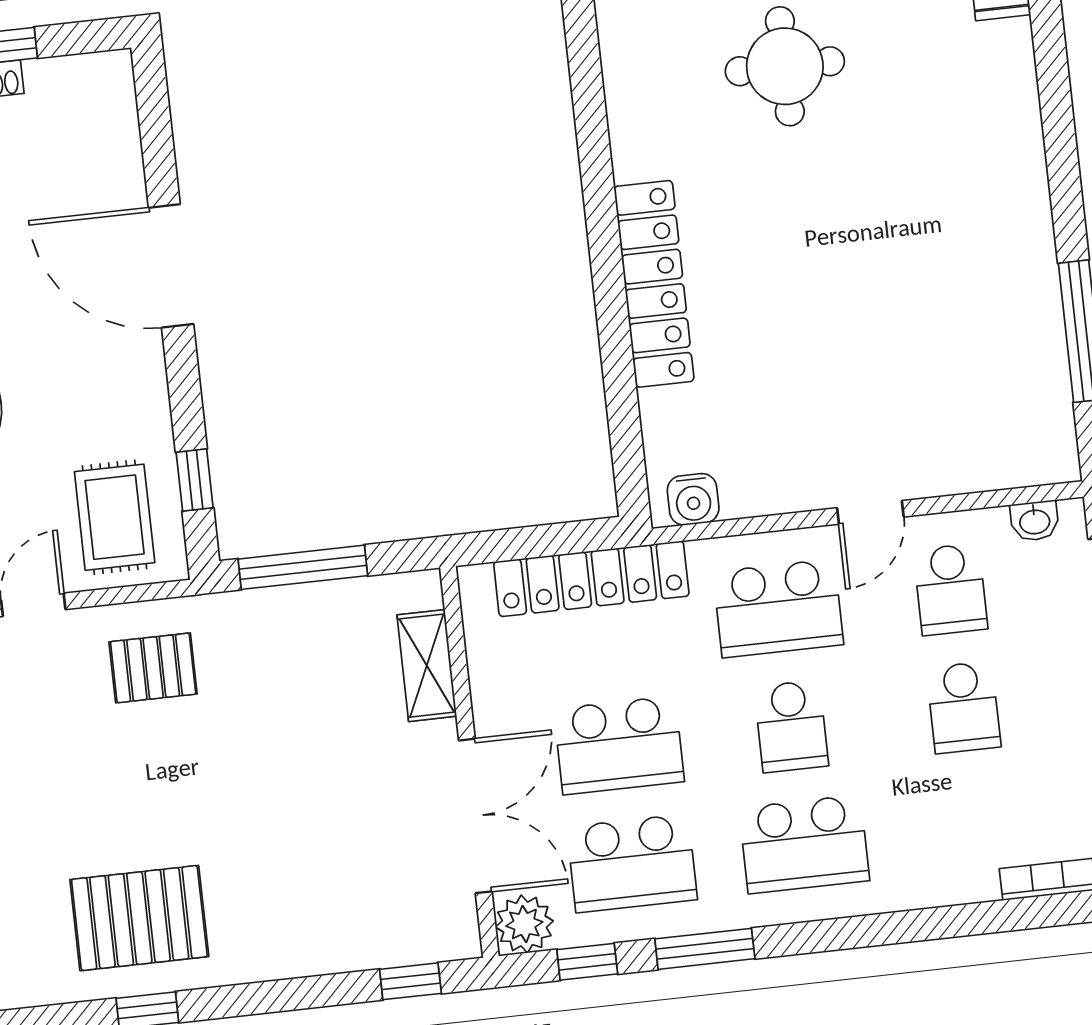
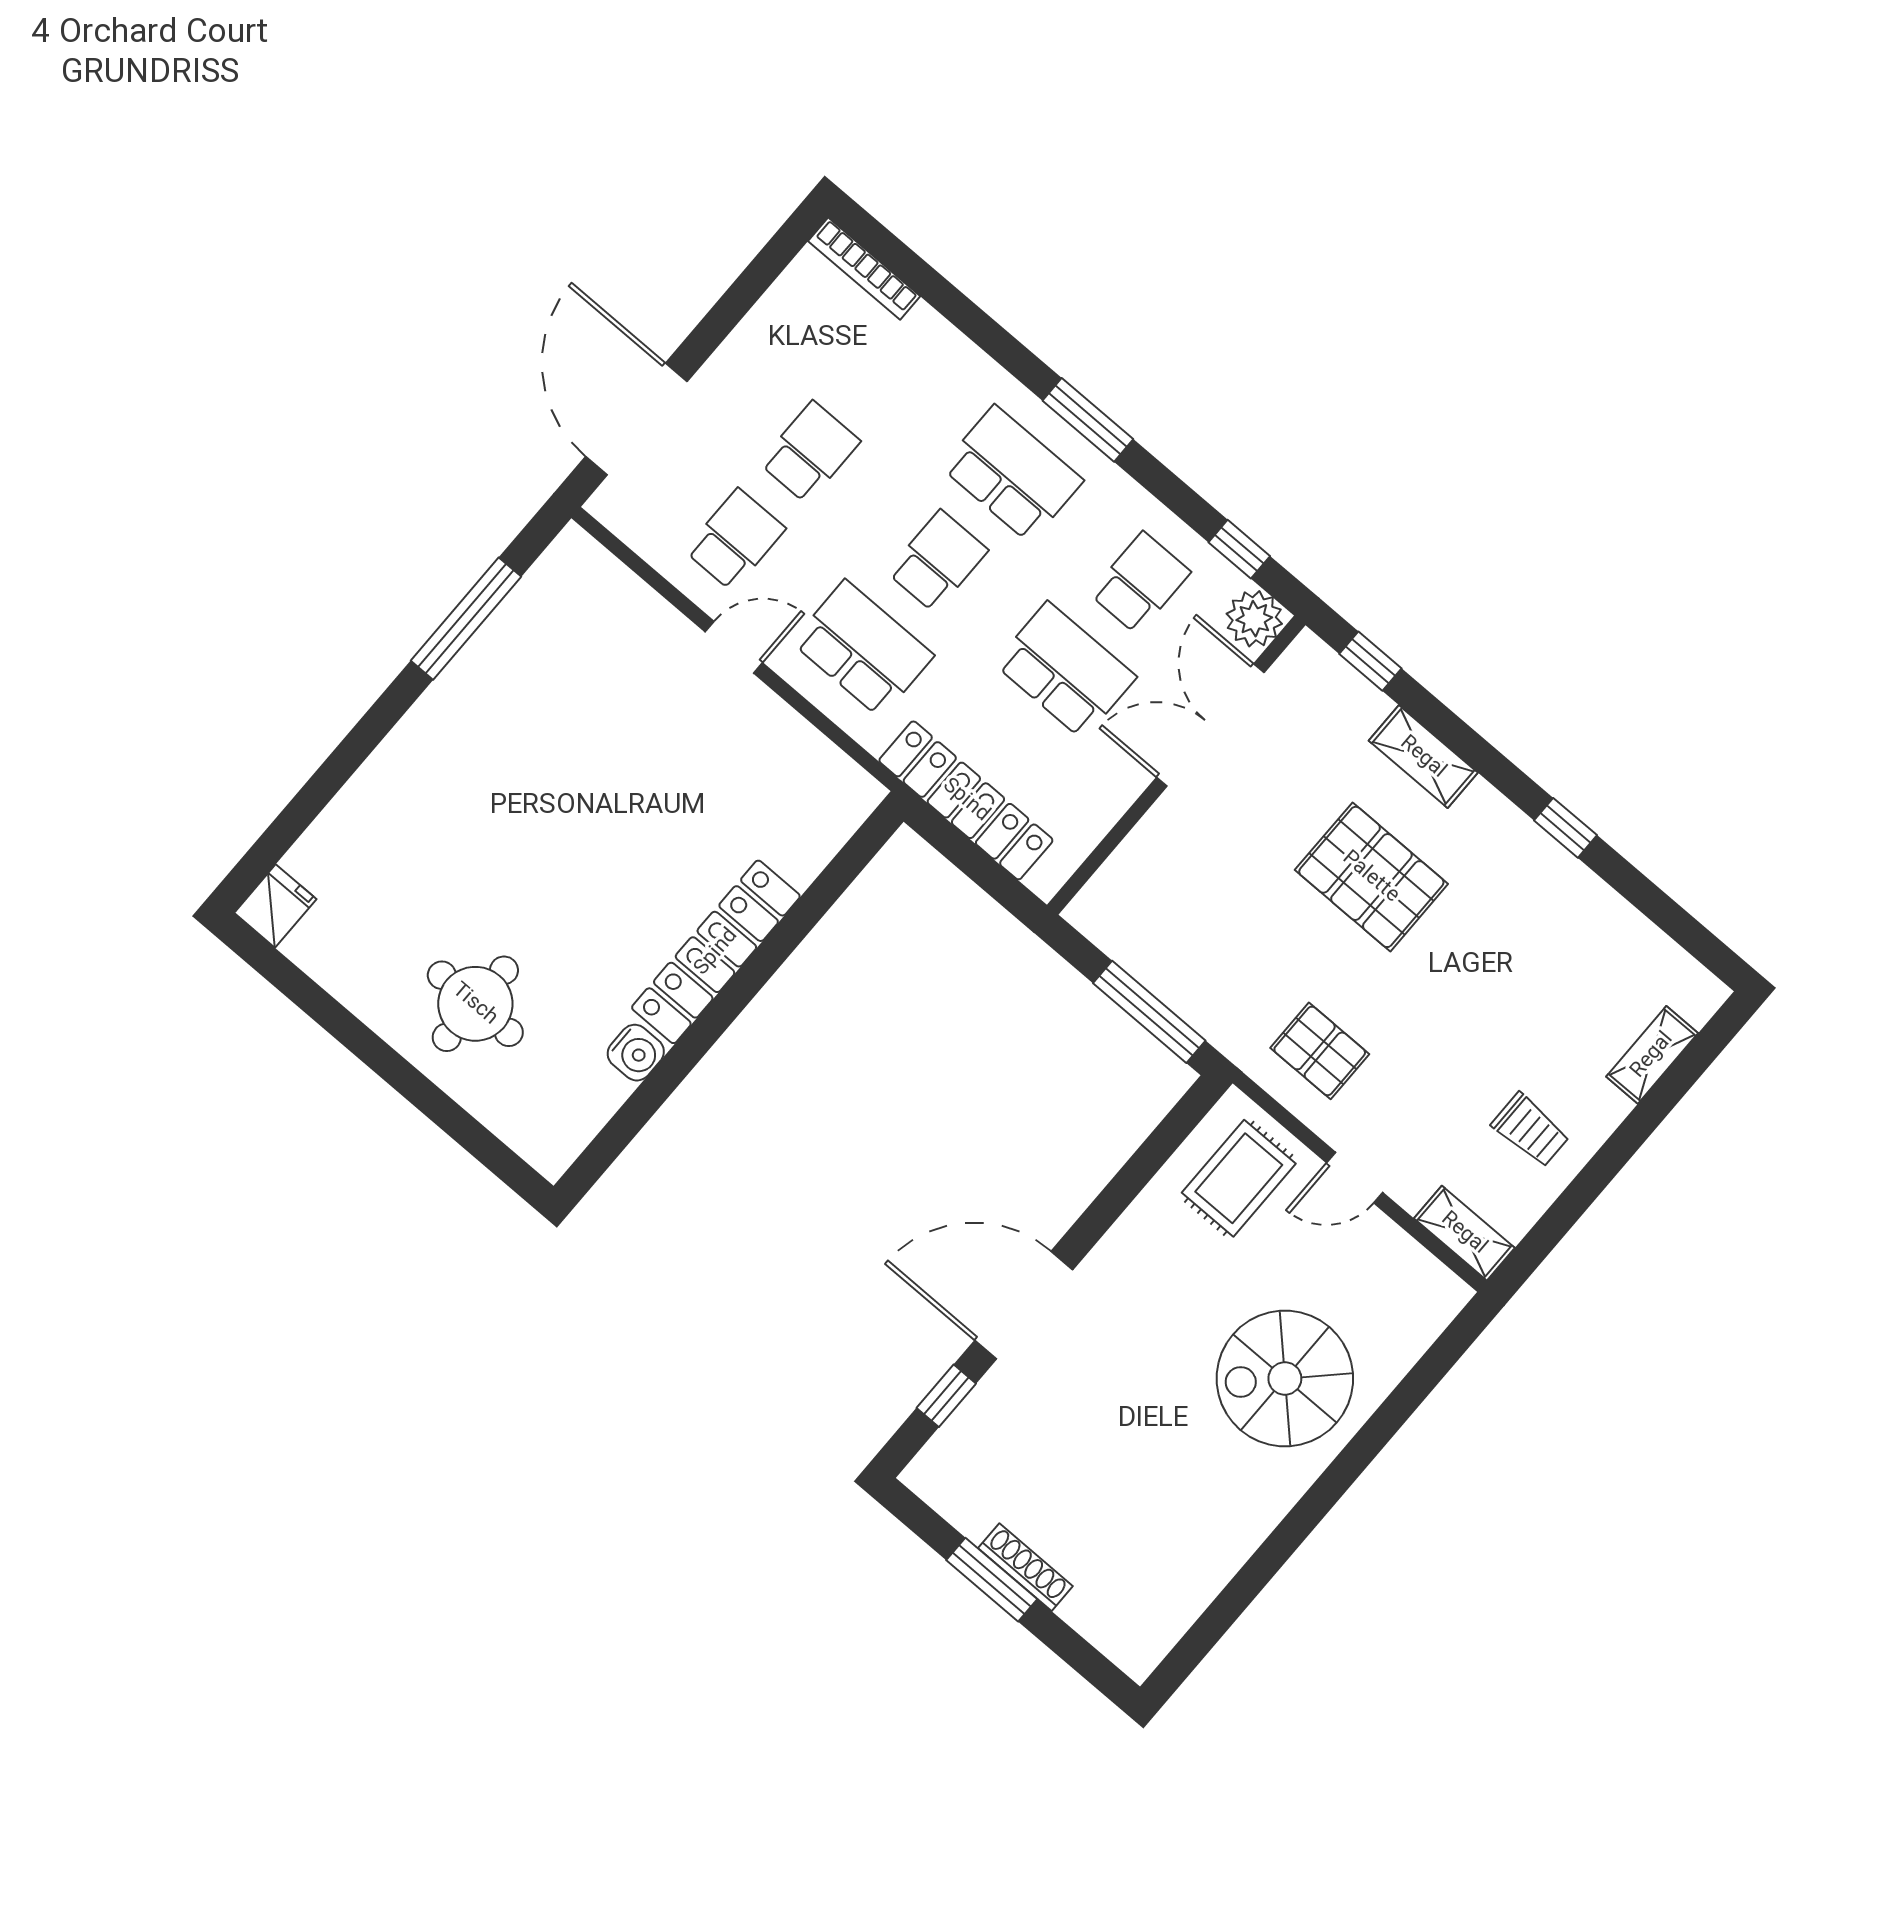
door: (171, 266) -> (1024, 1305), swing flipped
window: (195, 480) -> (946, 1396), moved
water cooler: (693, 499) -> (636, 1053), moved, turned 90
washbasin: (1035, 521) -> (631, 526), removed
shelving: (427, 666) -> (1423, 757), moved, turned 90
school desk: (632, 863) -> (1140, 583), width x0.54
pallet: (139, 918) -> (1371, 877), moved
window: (705, 949) -> (1088, 420), moved

